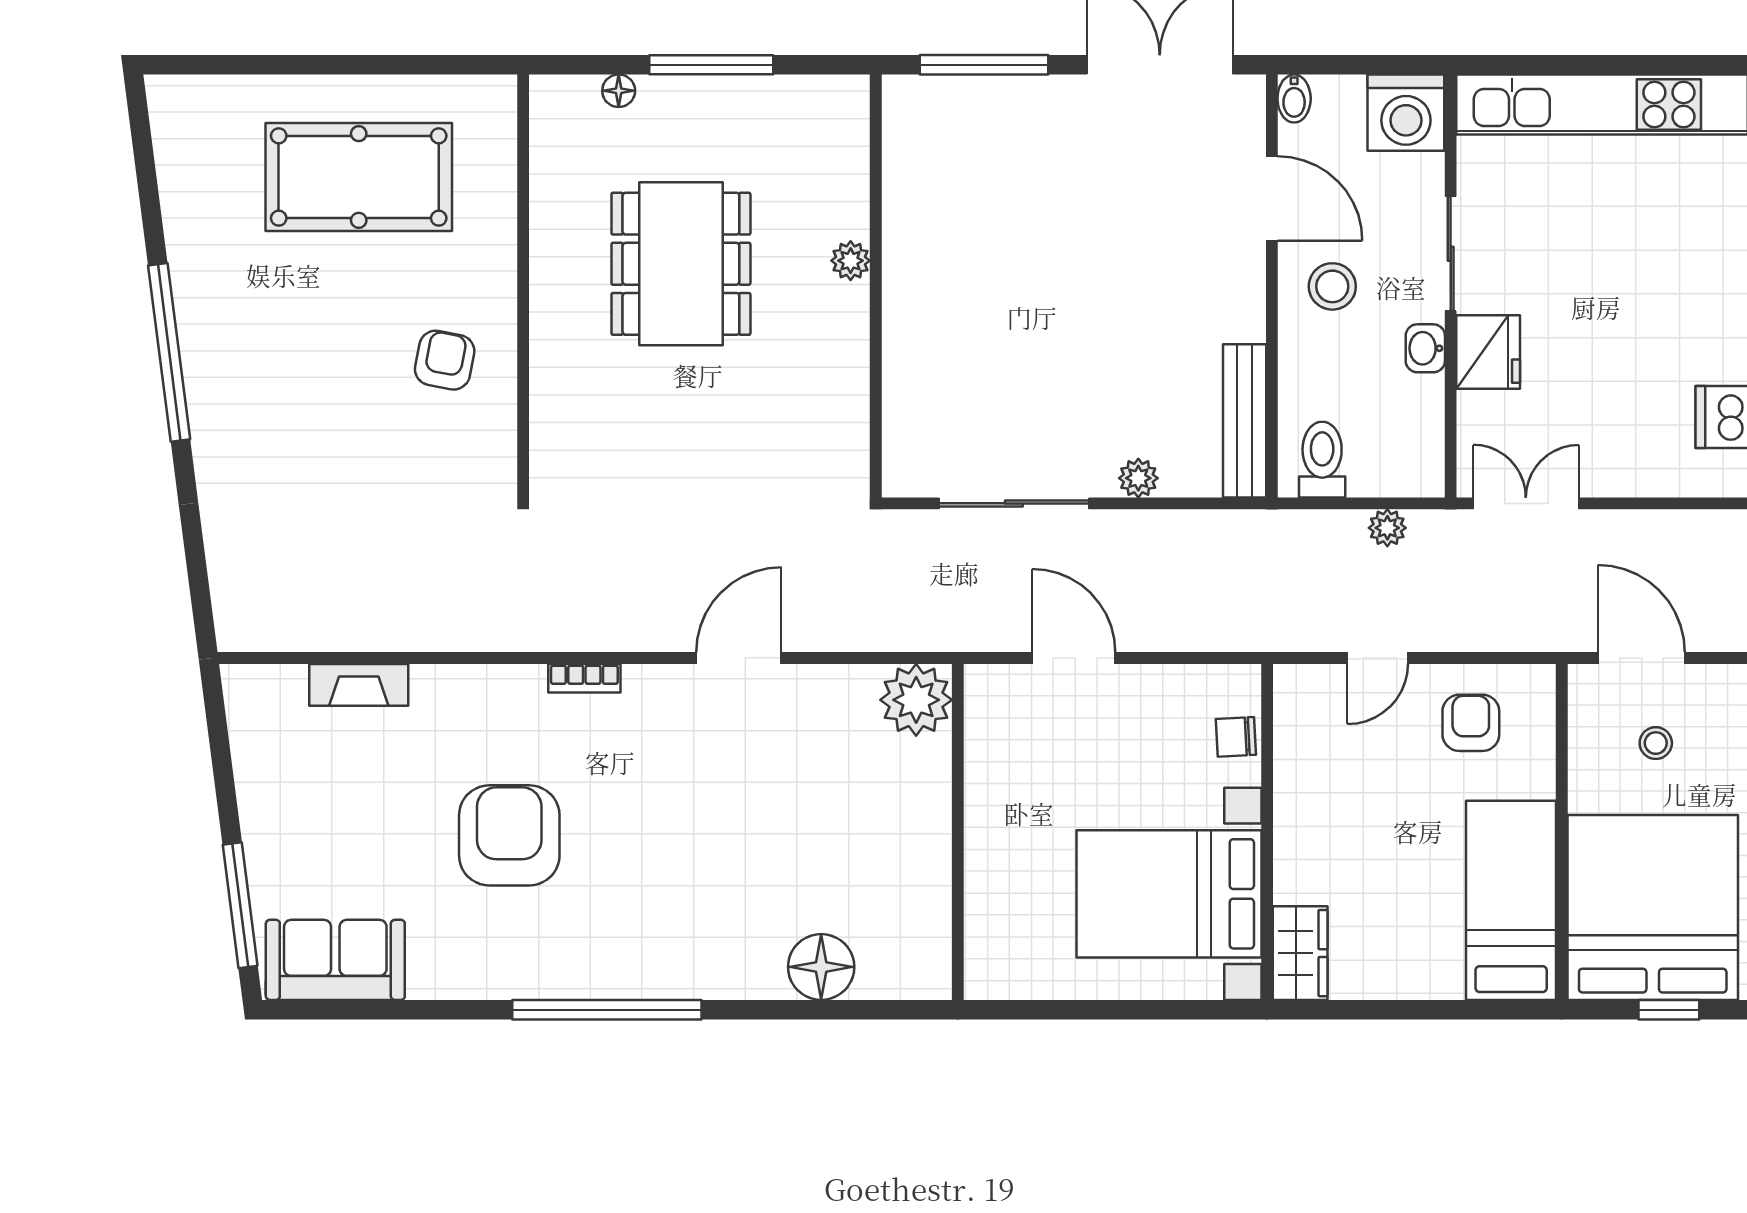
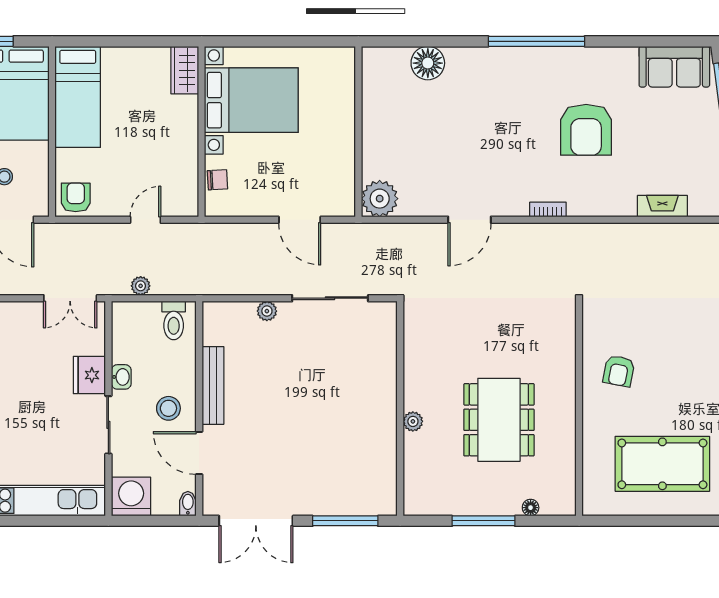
bench: (1245, 421) -> (213, 385), moved
armchair: (1471, 723) -> (76, 197), moved, turned 180

